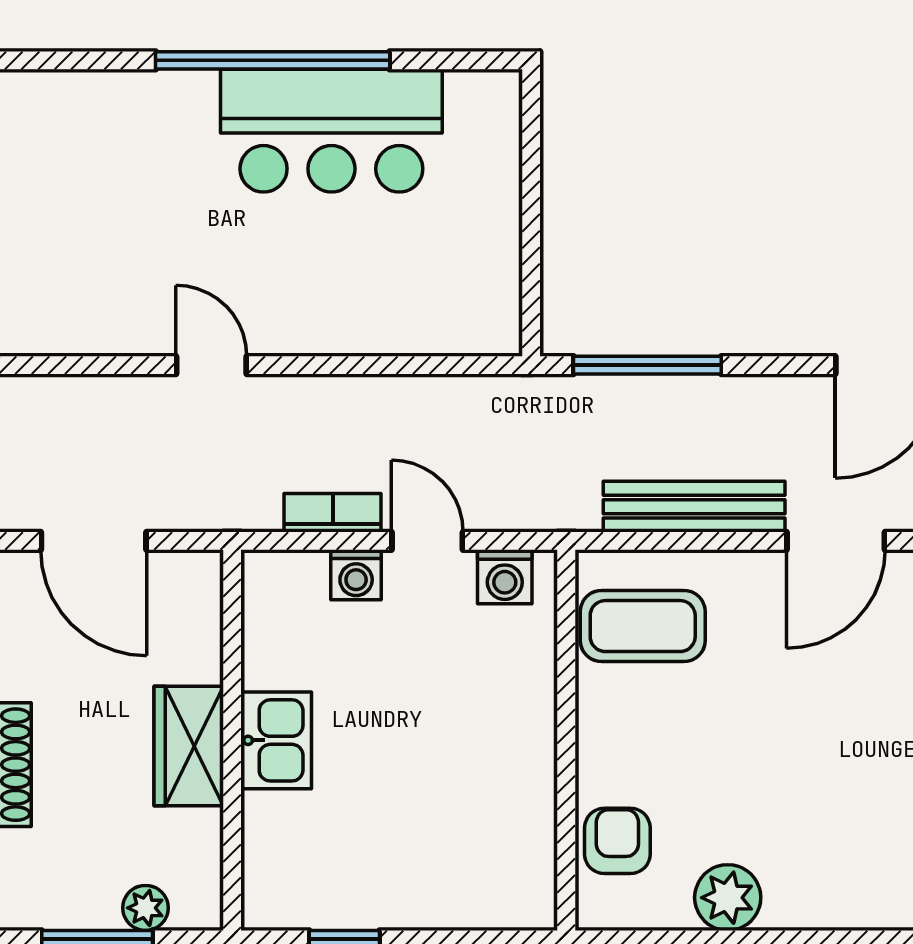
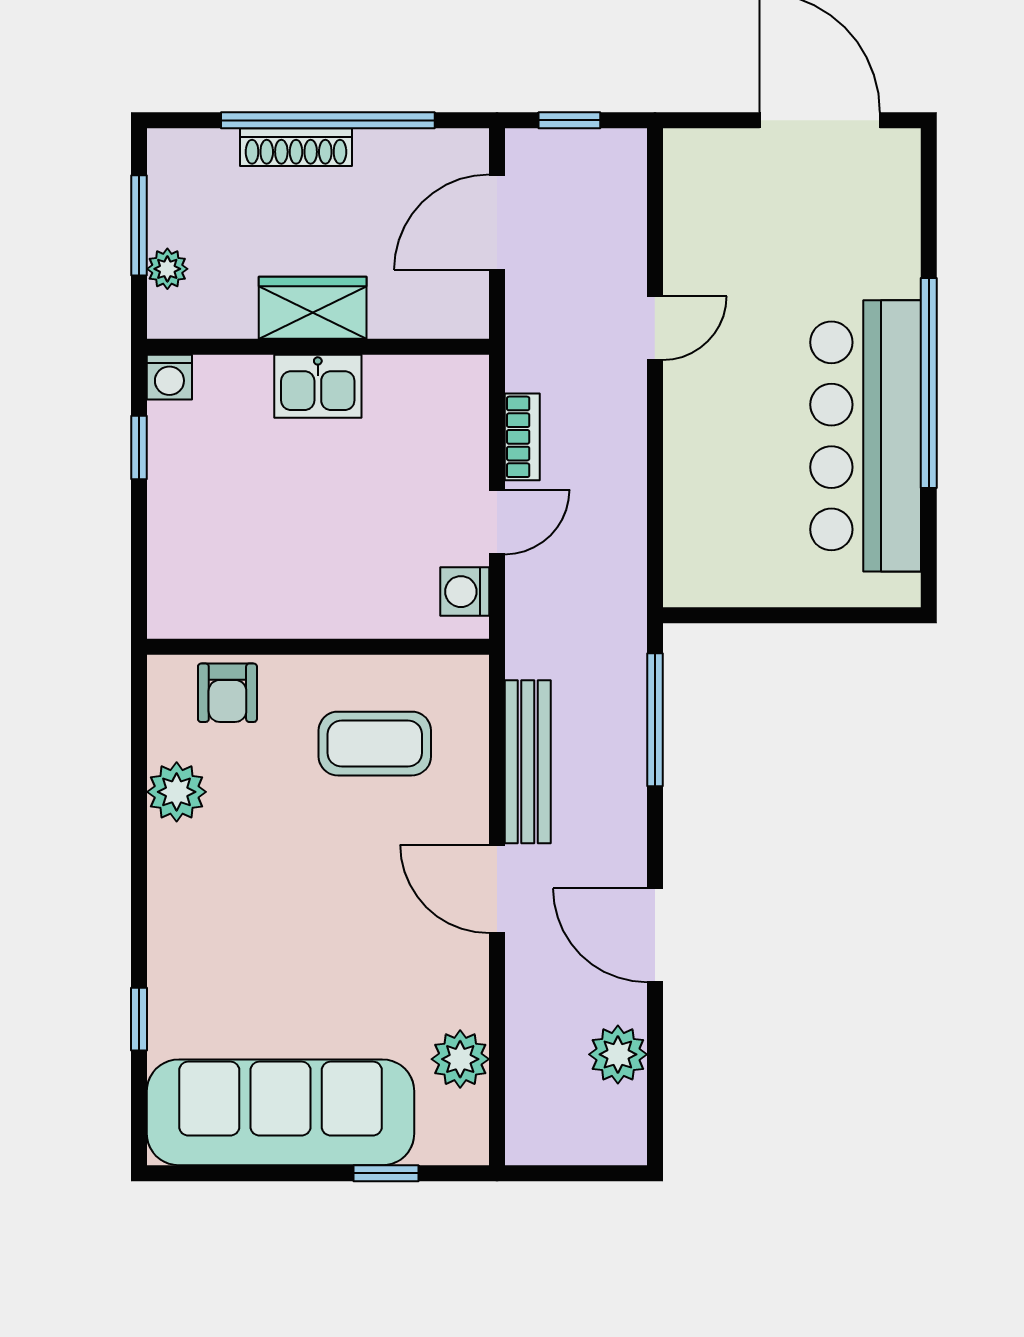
bar counter: (331, 131) -> (866, 436), width x1.36
washing machine: (356, 575) -> (169, 377), moved, turned -90
coffee table: (643, 626) -> (375, 744), moved, turned 90
armchair: (617, 841) -> (227, 693), turned 90

